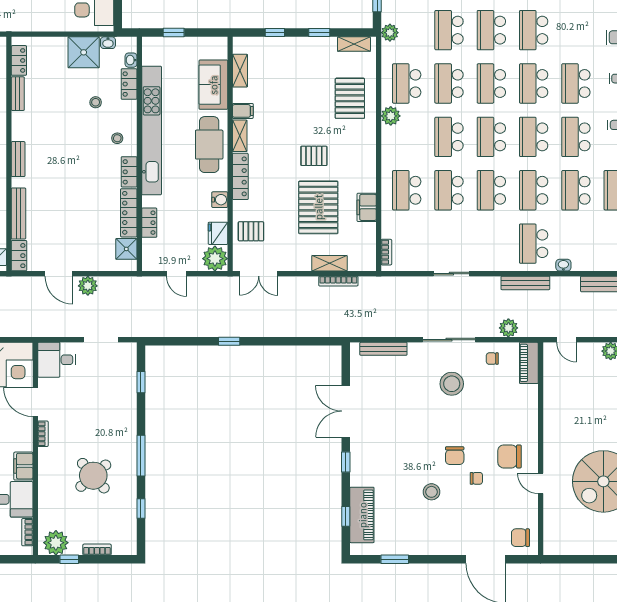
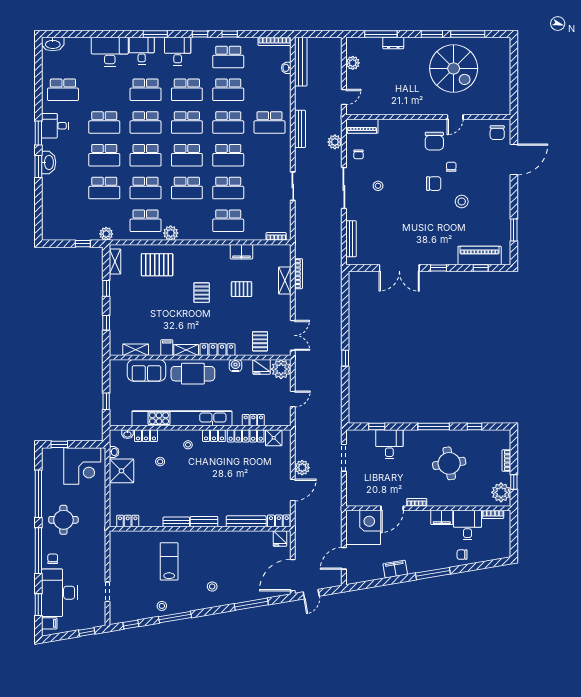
bench: (18, 94) -> (176, 522), moved
pallet: (318, 207) -> (241, 289), width x0.49, depth x0.50
washbasin: (563, 265) -> (286, 68), moved
desk: (57, 360) -> (389, 444), moved, turned 180
stool: (452, 384) -> (378, 186), width x0.53, depth x0.53
round table: (93, 476) -> (449, 463), turned 32

